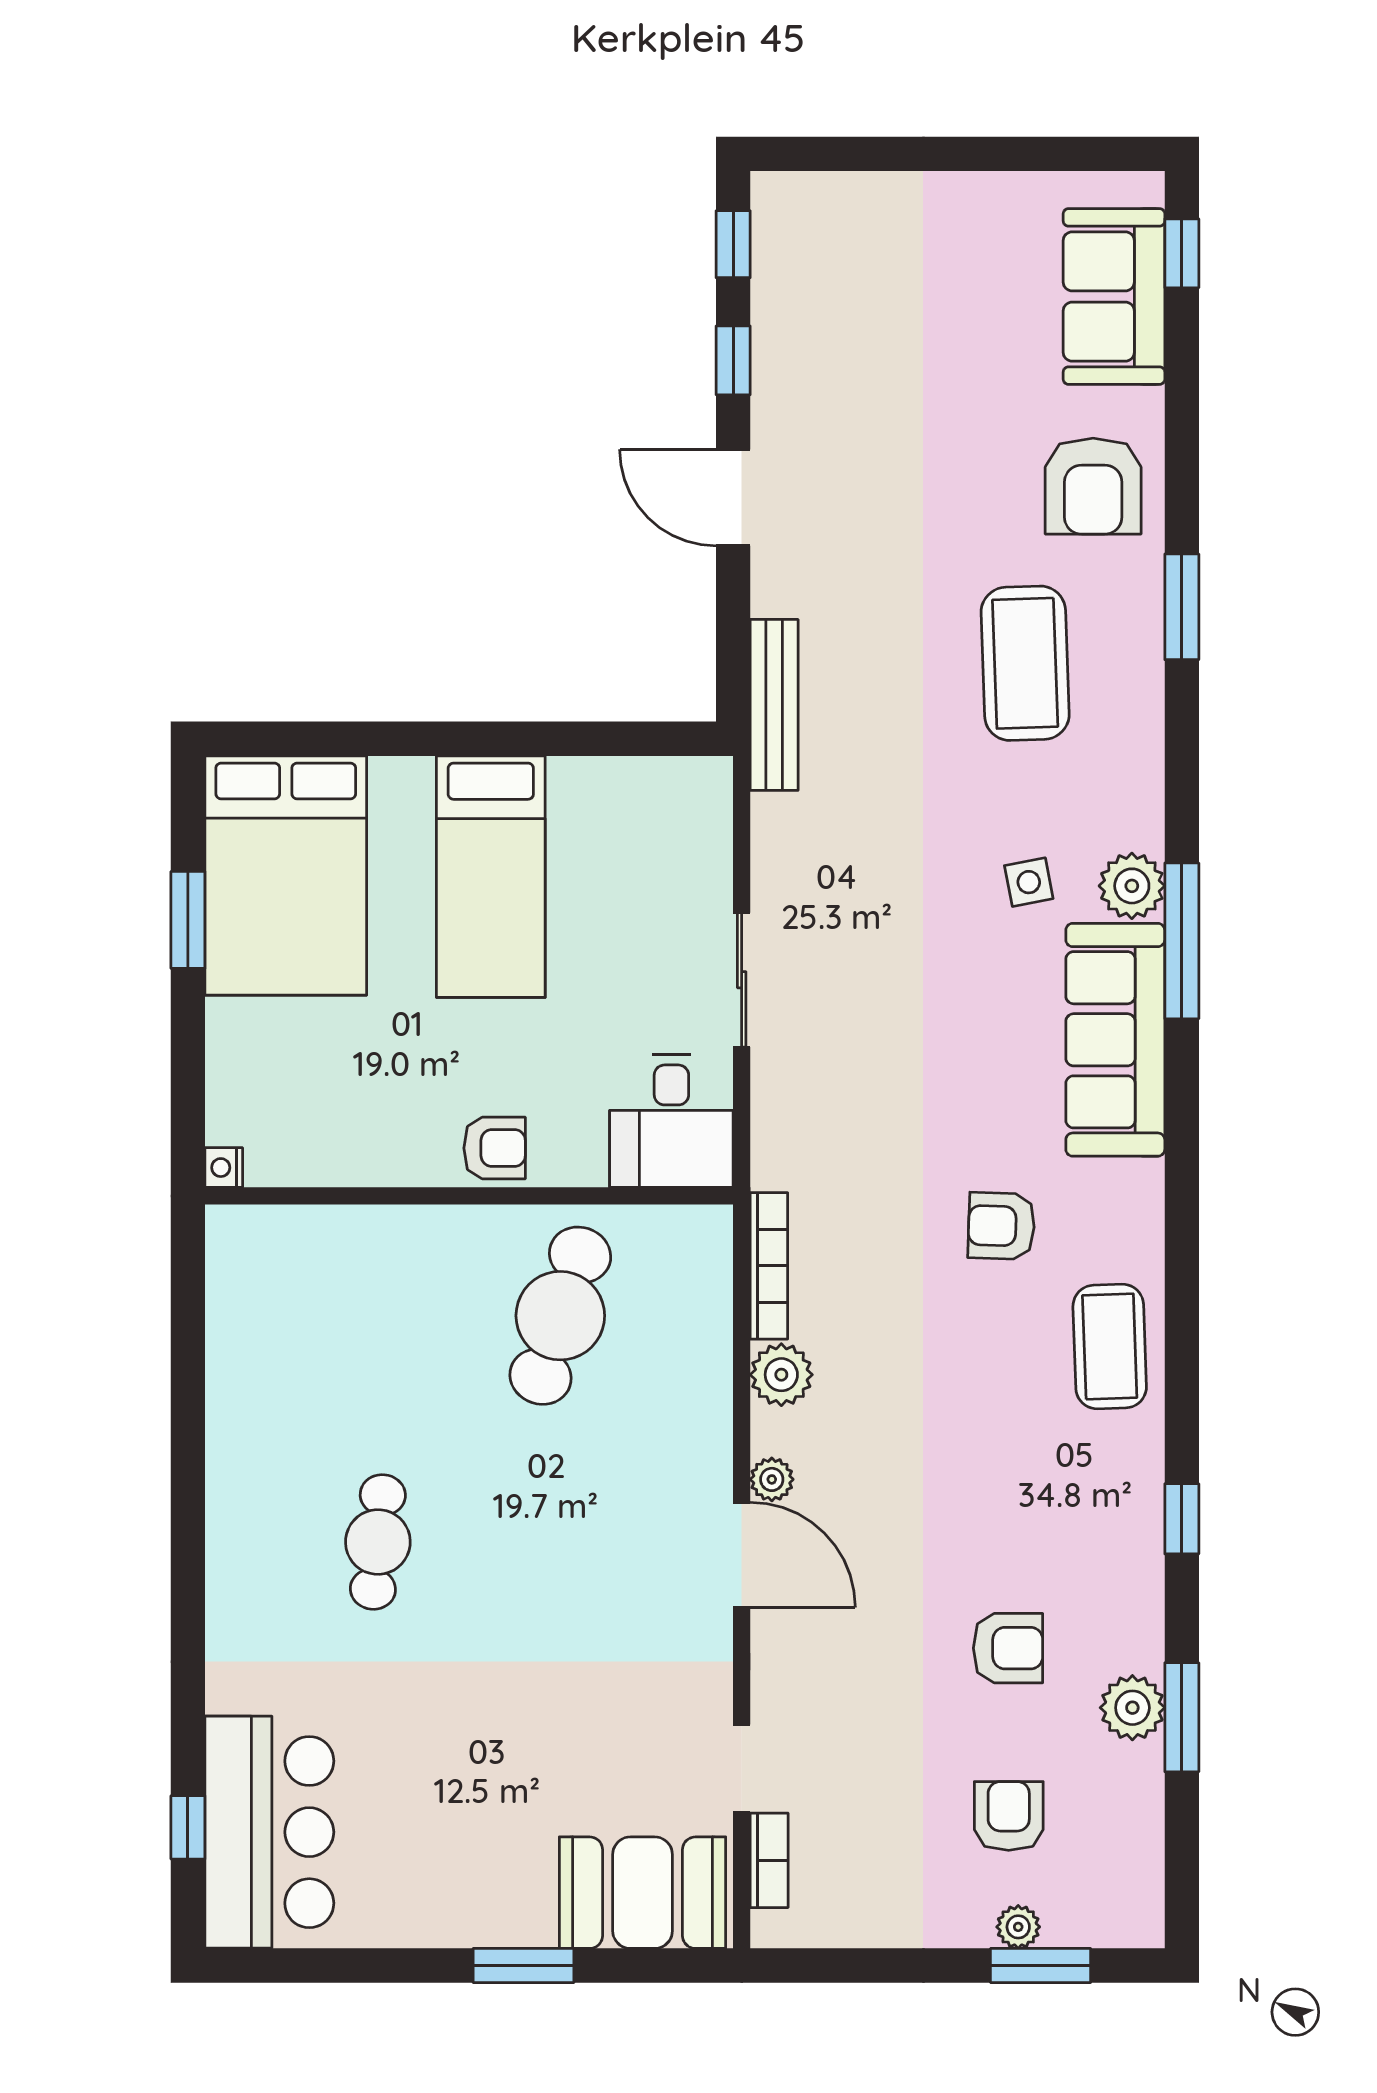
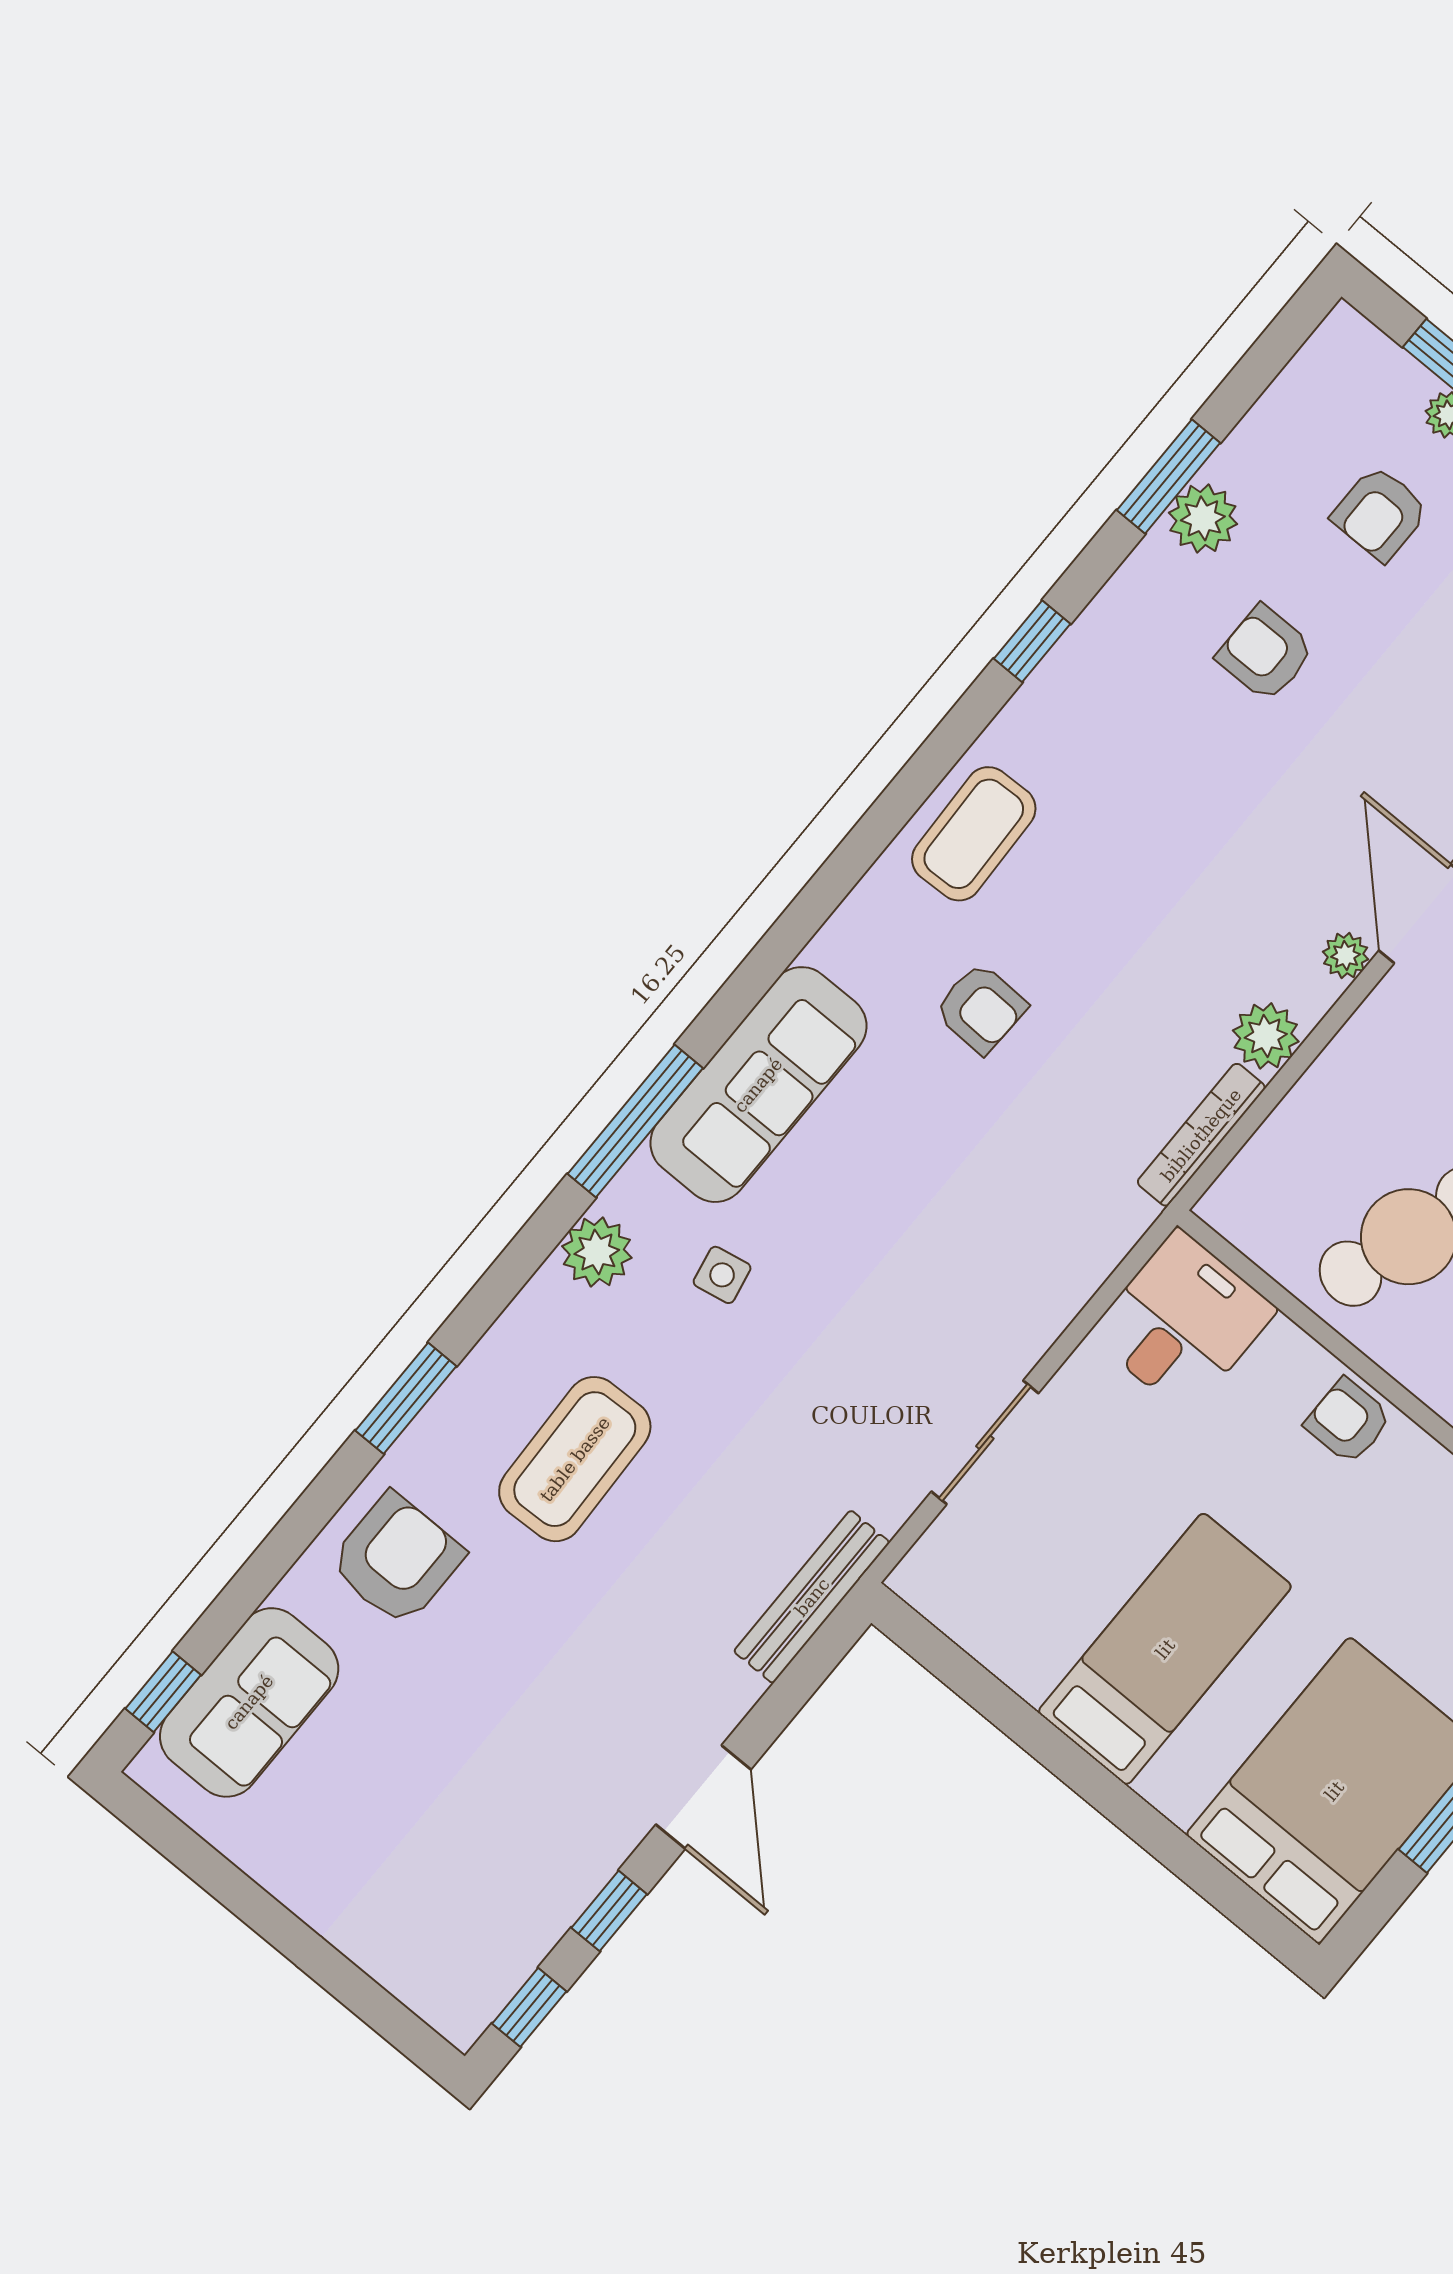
plant: (1132, 886) -> (597, 1252), moved
sliding door: (742, 980) -> (985, 1442), moved

